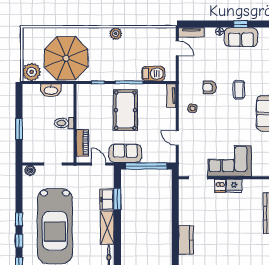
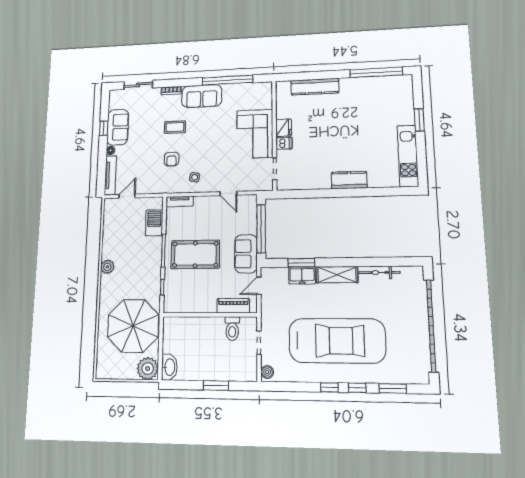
tv unit: (191, 32) -> (110, 175), width x1.41
washbasin: (51, 90) -> (169, 367), moved
toilet: (64, 123) -> (232, 329), moved
door: (177, 138) -> (228, 193), hinge flipped

